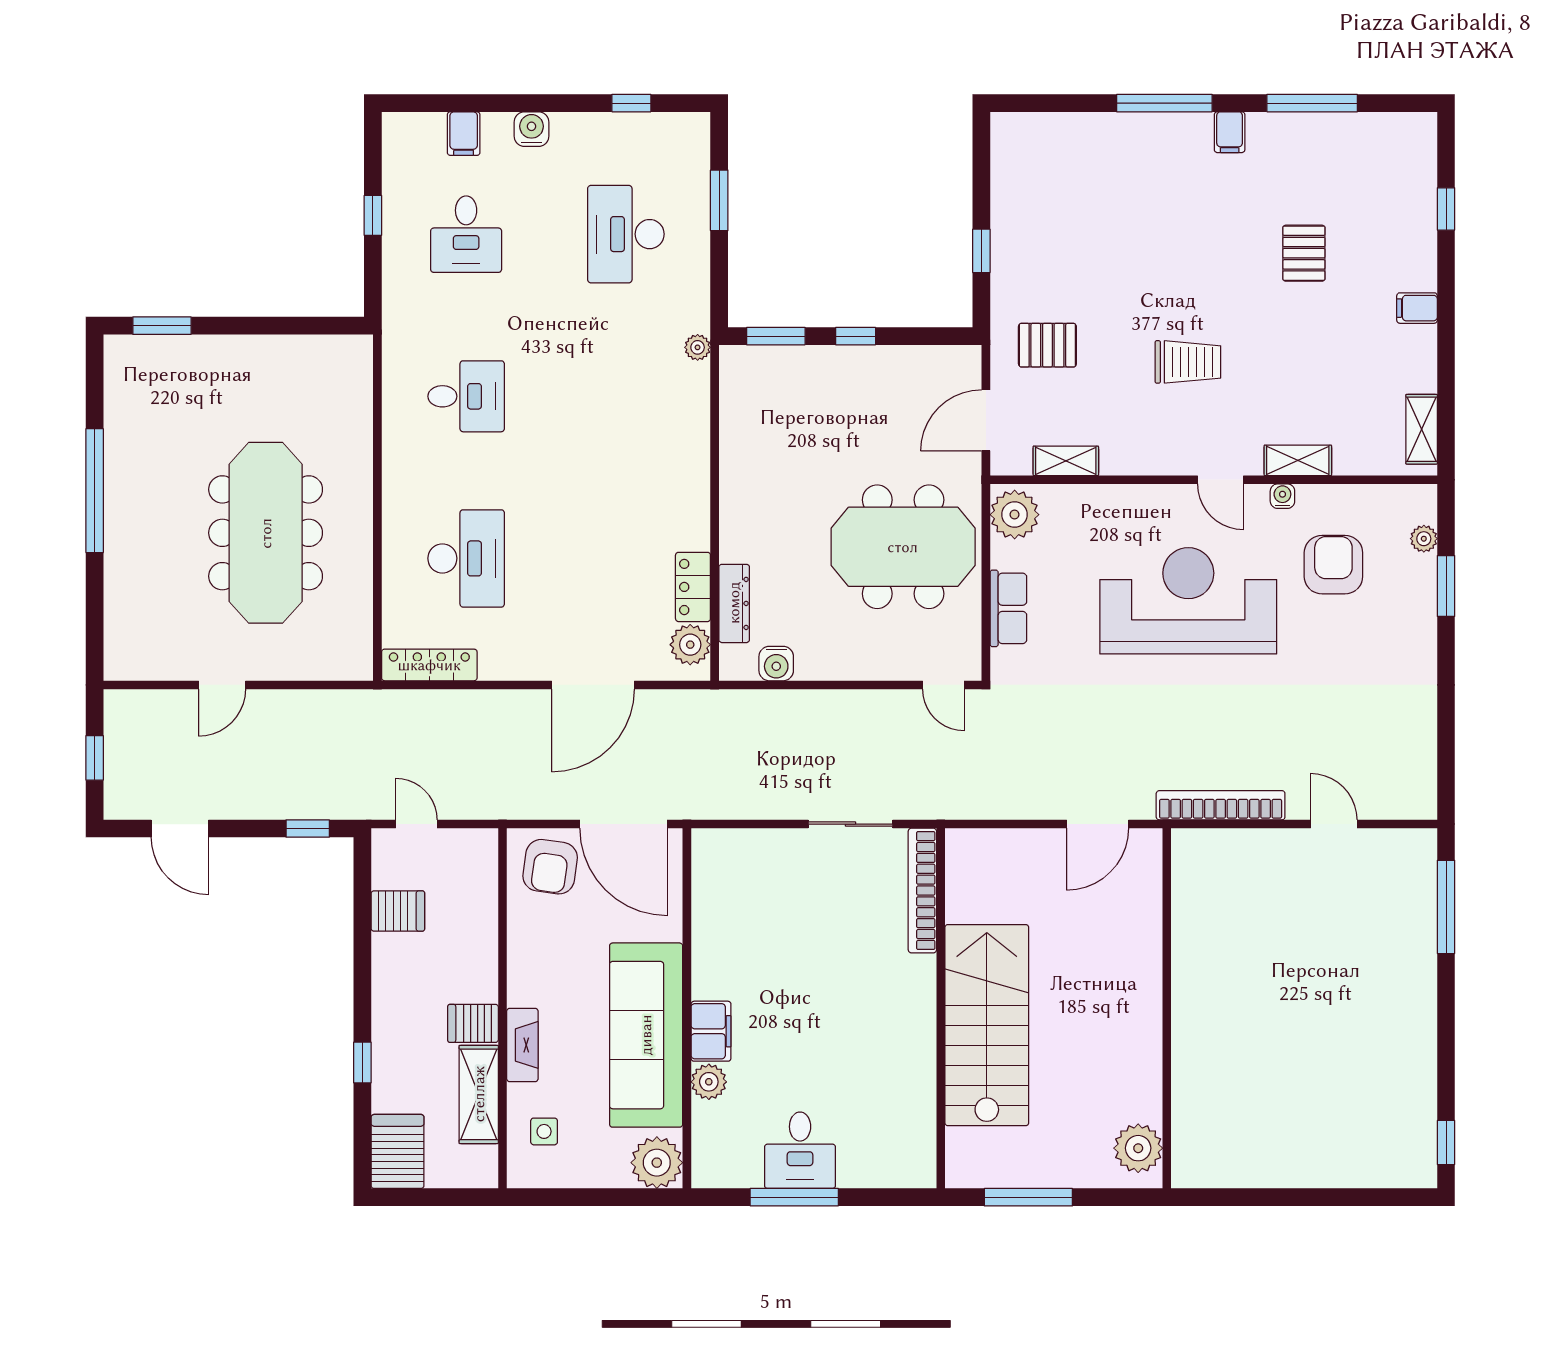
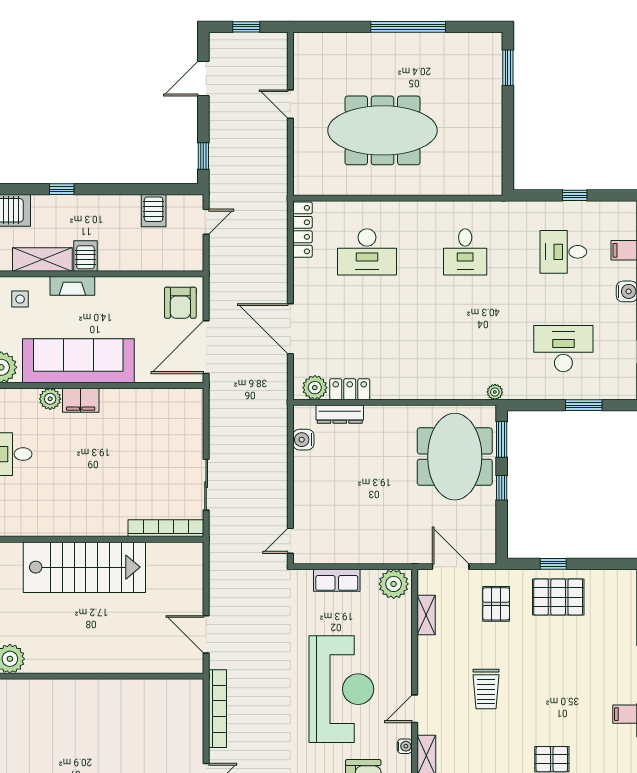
pallet: (1036, 243) -> (558, 597), added
meeting table: (903, 547) -> (455, 457), moved
armchair: (550, 867) -> (180, 303), turned -98

